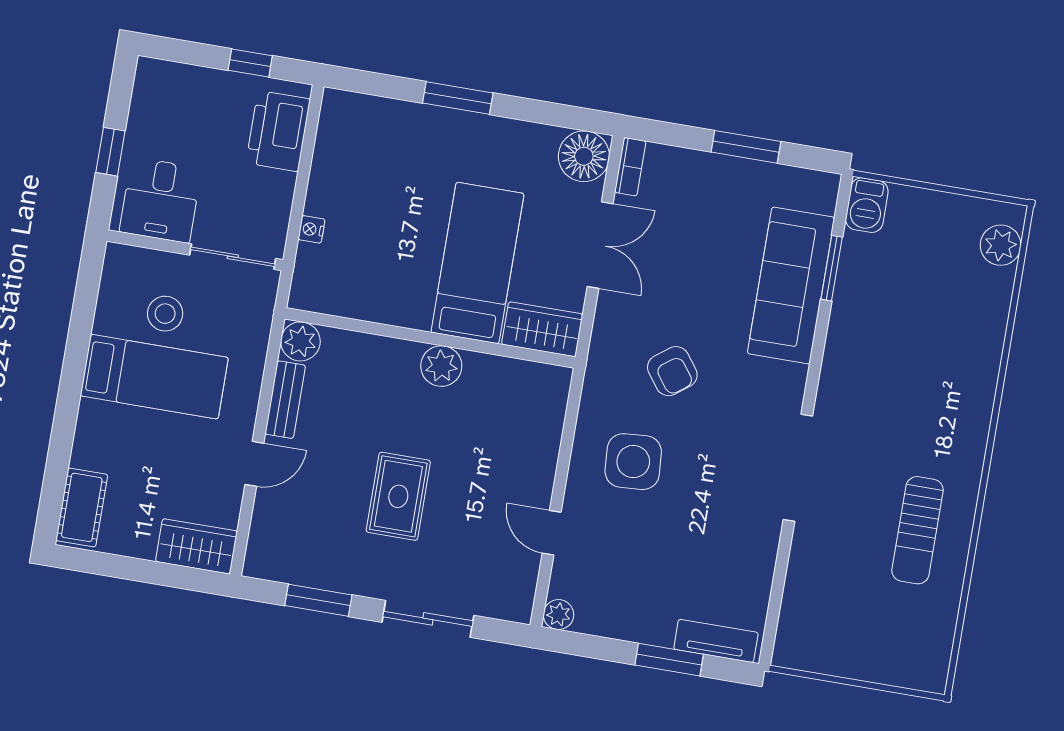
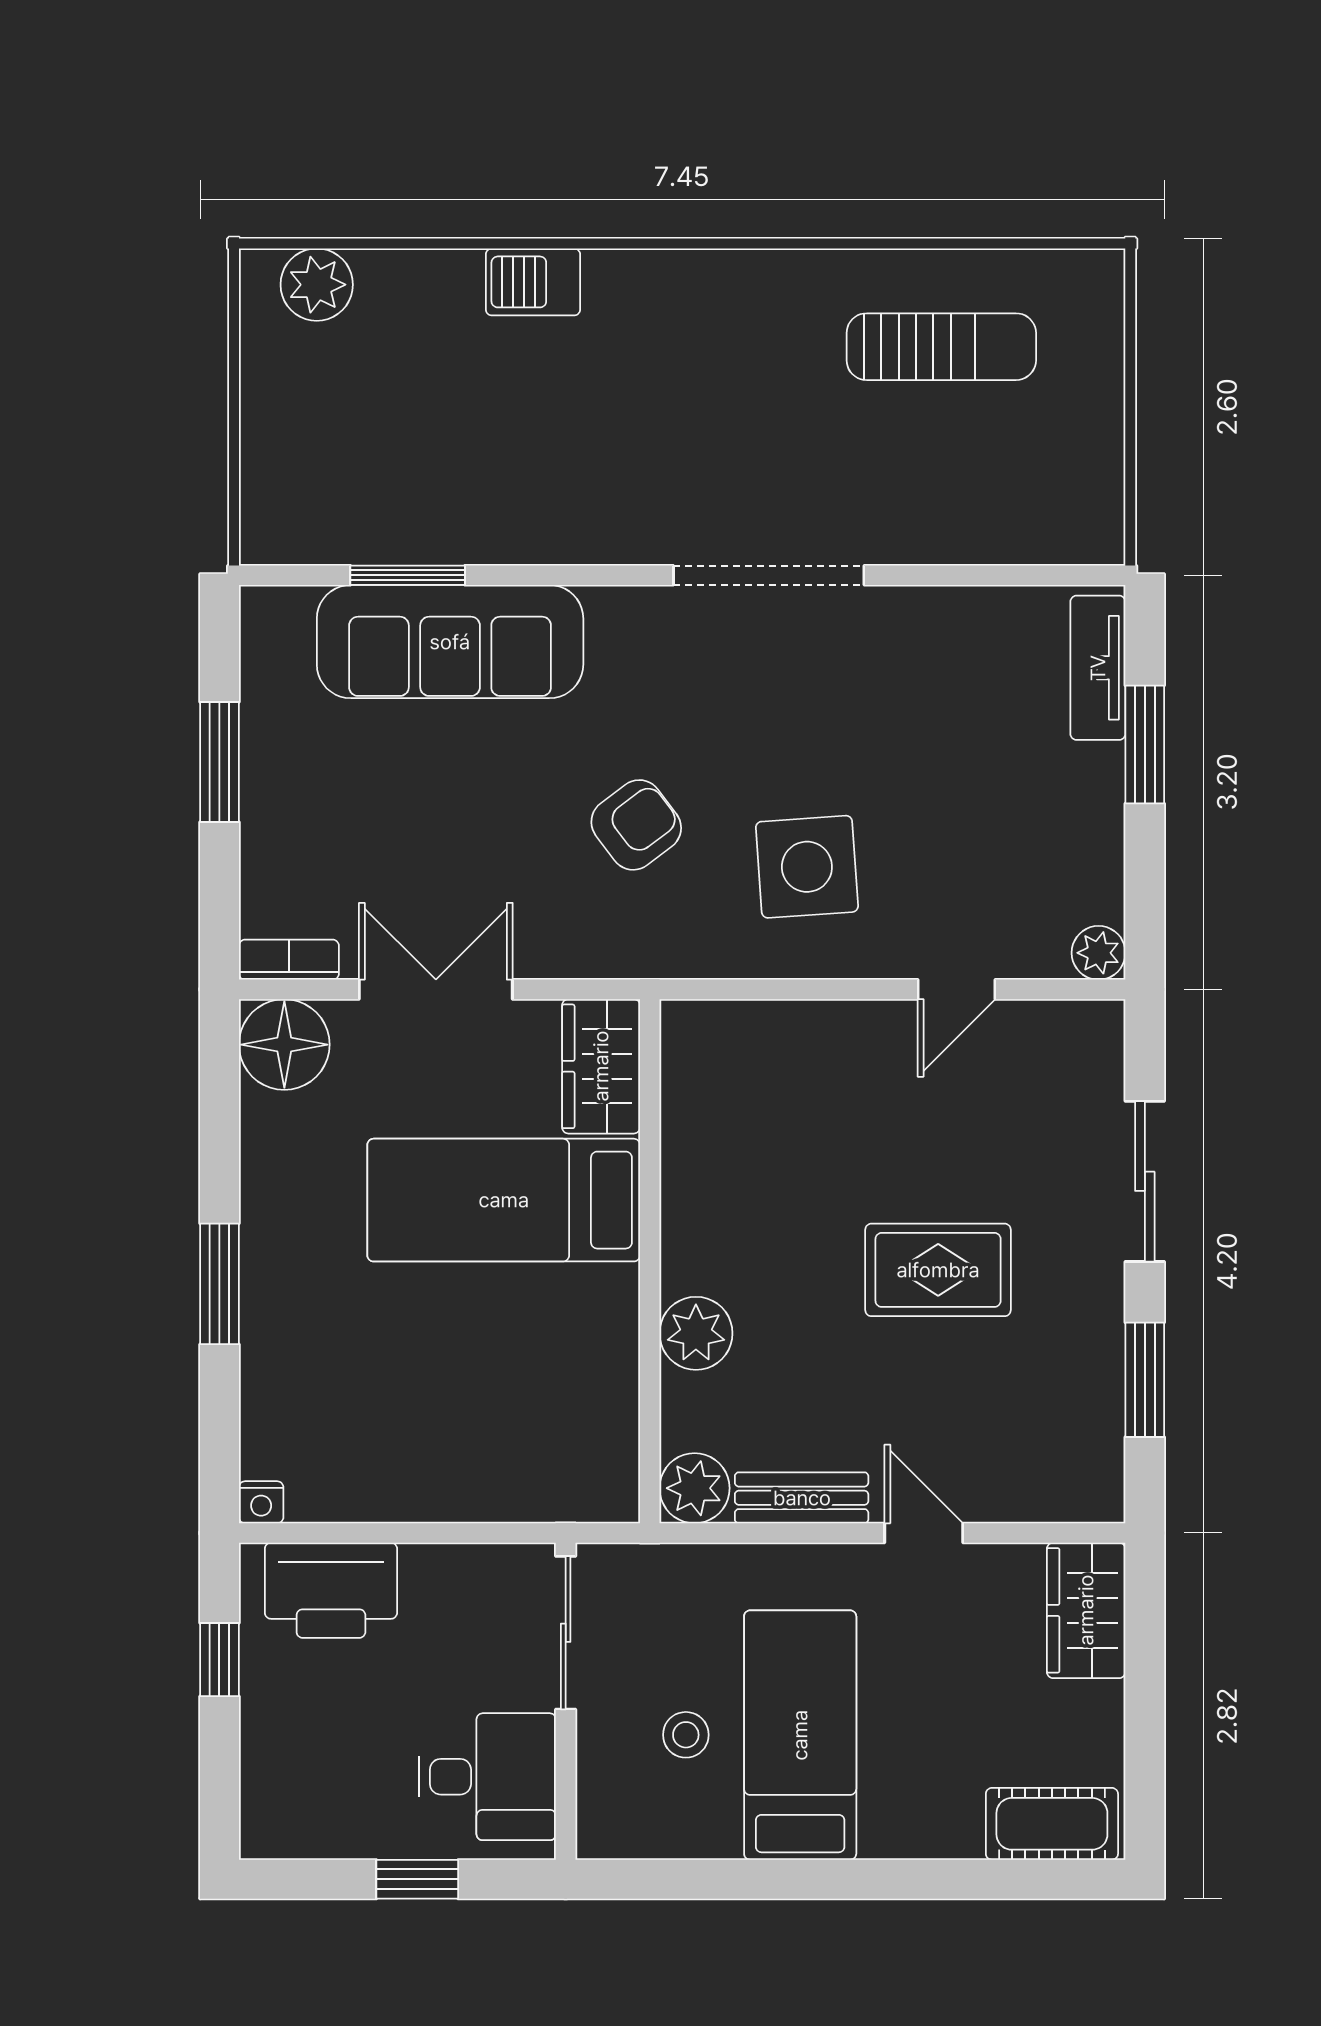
barbecue: (867, 205) -> (533, 282), moved, turned 180
nightstand: (311, 229) -> (261, 1502), moved
stool: (165, 314) -> (686, 1735), width x0.73, depth x0.73
plant: (441, 366) -> (696, 1333), moved
sun lounger: (918, 530) -> (941, 347), moved

